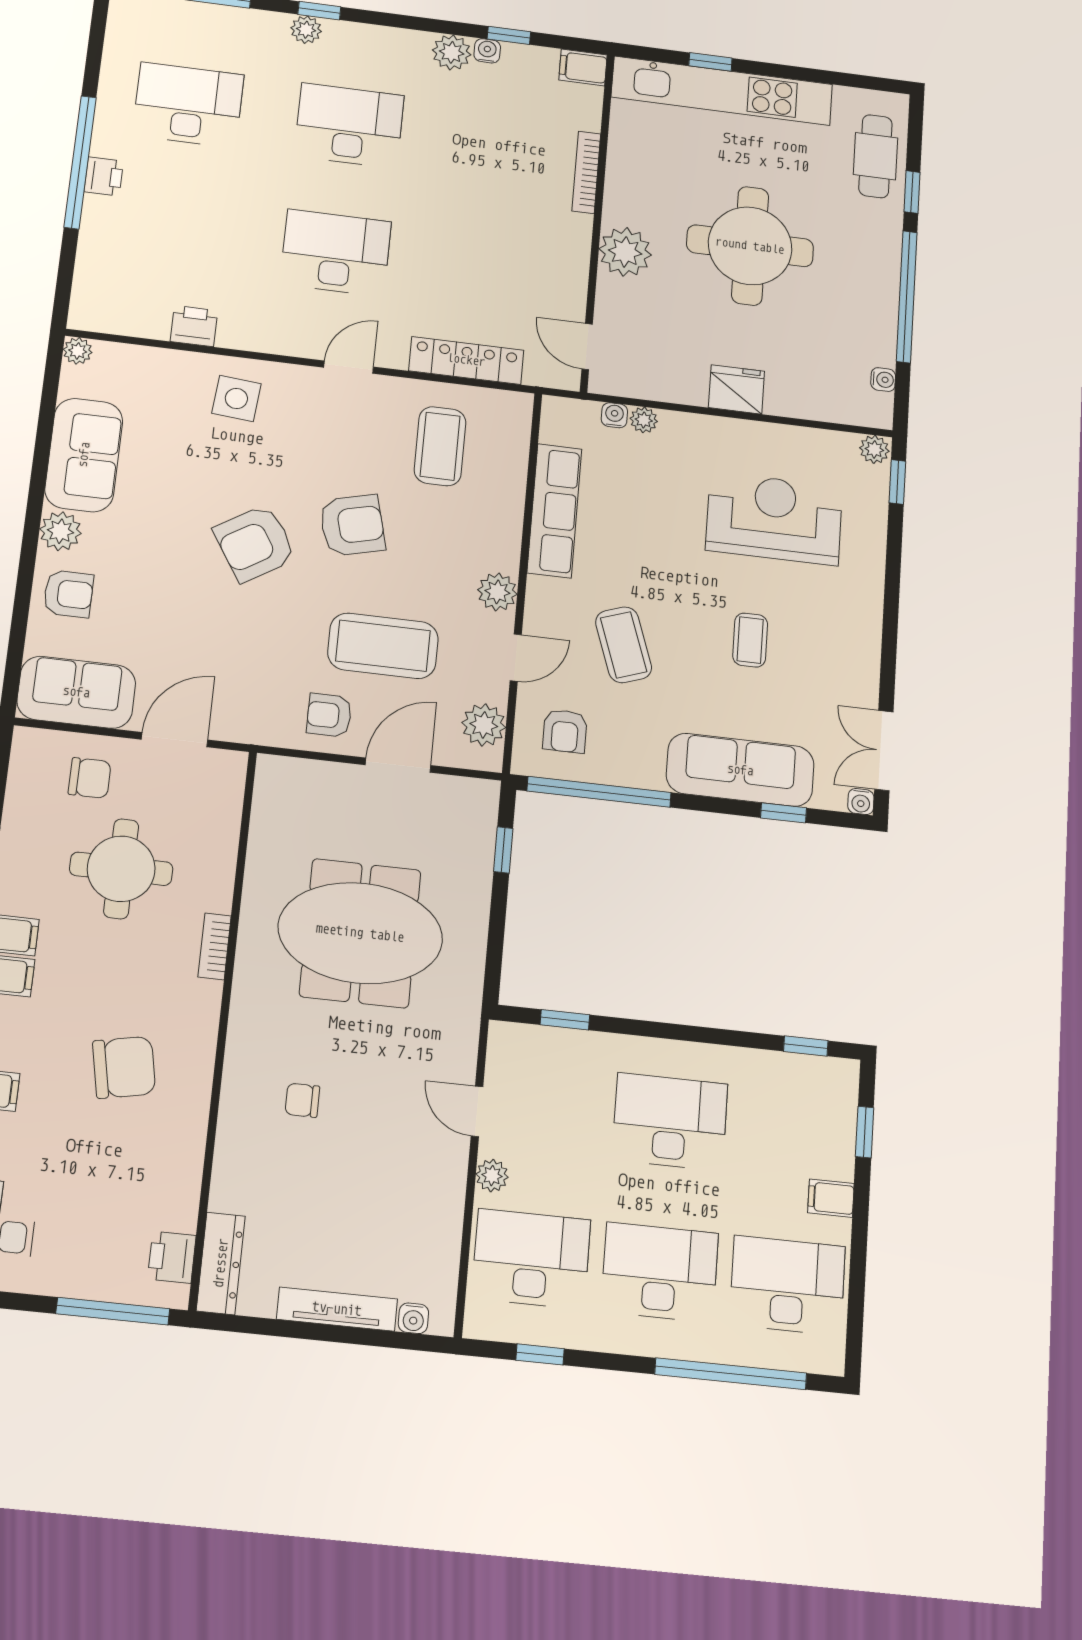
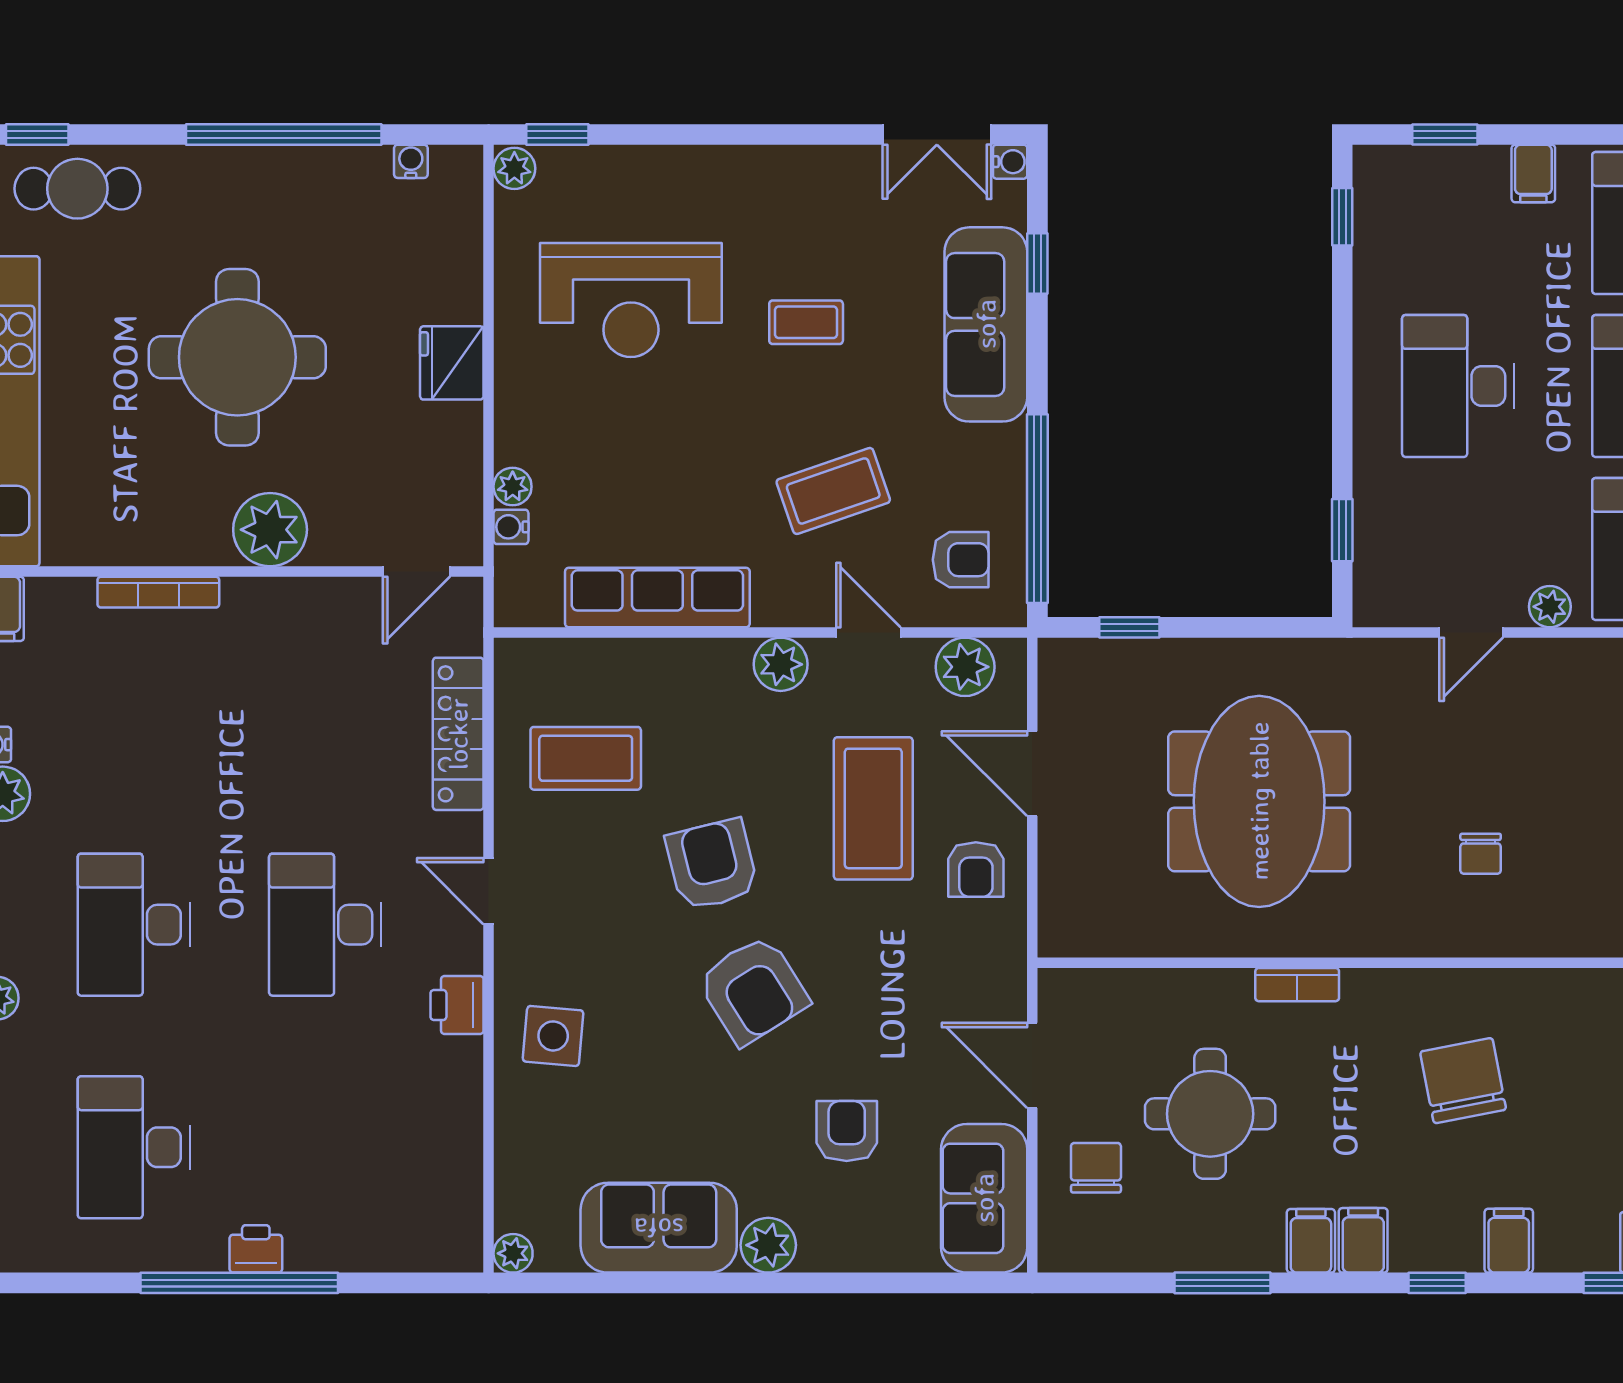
window: (912, 192) -> (37, 134), moved
printer: (194, 326) -> (457, 1005), moved
reception desk: (774, 518) -> (631, 300), turned -90
armchair: (68, 594) -> (847, 1131), moved

